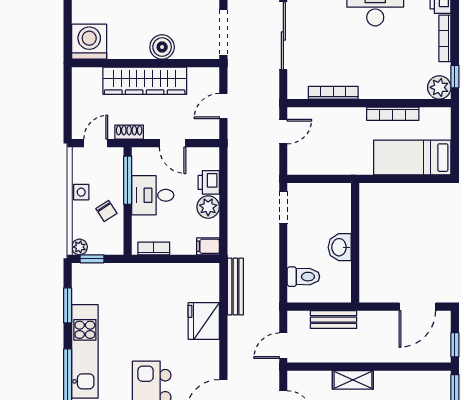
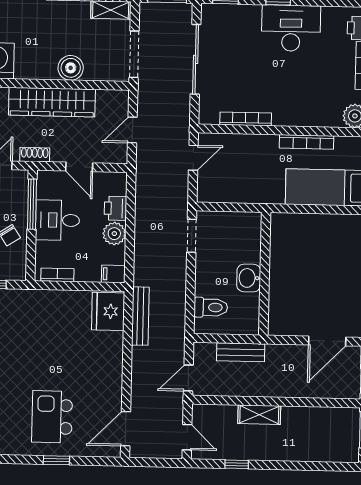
fridge: (204, 321) -> (108, 311), moved

